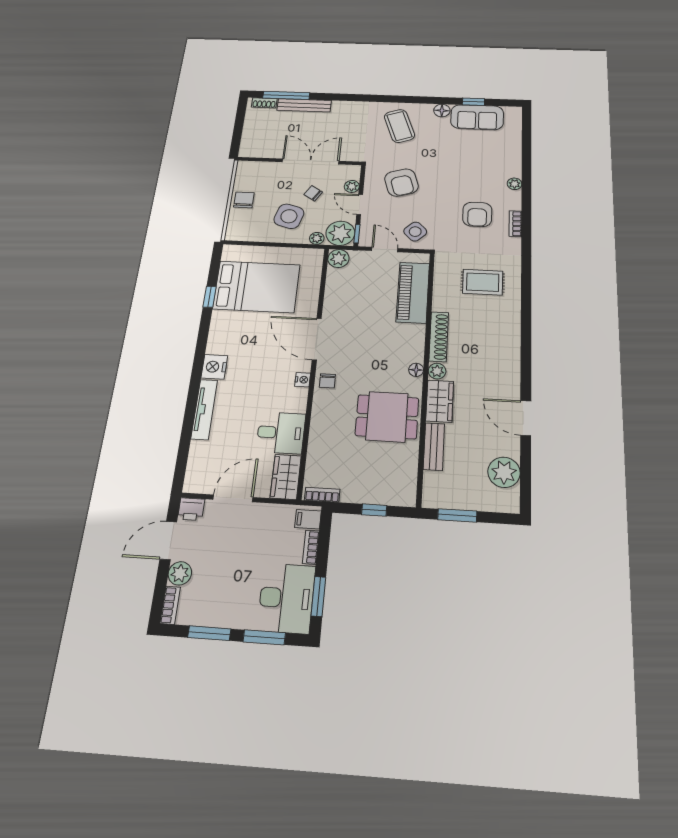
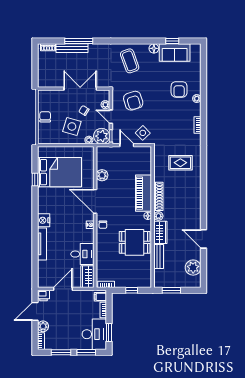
window: (286, 95) -> (79, 41), moved
armchair: (477, 214) -> (179, 89), moved
plant: (338, 259) -> (102, 175), moved
piano: (413, 292) -> (144, 193), moved

